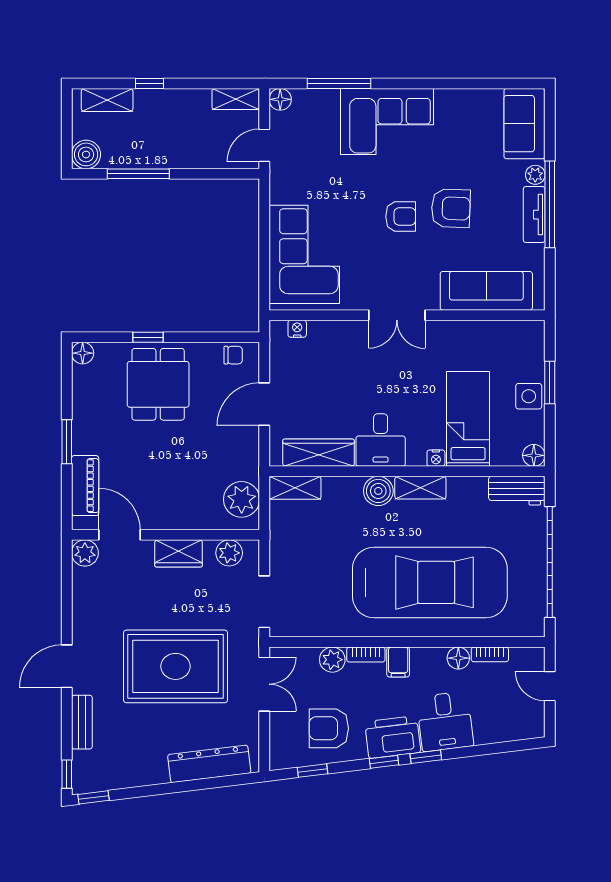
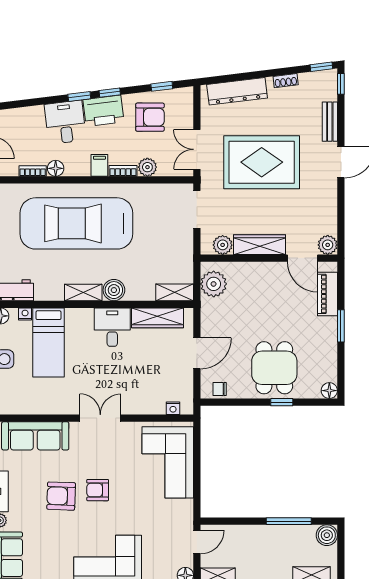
nightstand: (436, 458) -> (25, 314), moved
wardrobe: (178, 553) -> (259, 245), width x1.50
shoe rack: (143, 778) -> (286, 81), added

